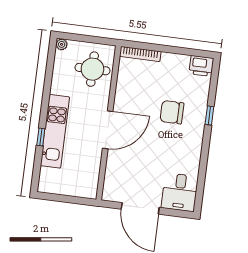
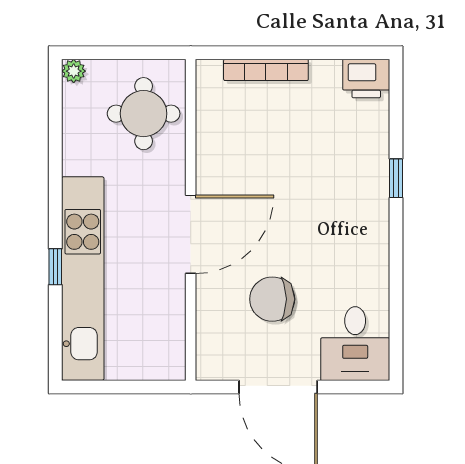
bookcase: (140, 54) -> (266, 70), moved
chair: (172, 112) -> (272, 299), moved
kitchen unit: (55, 131) -> (83, 279), width x1.36

